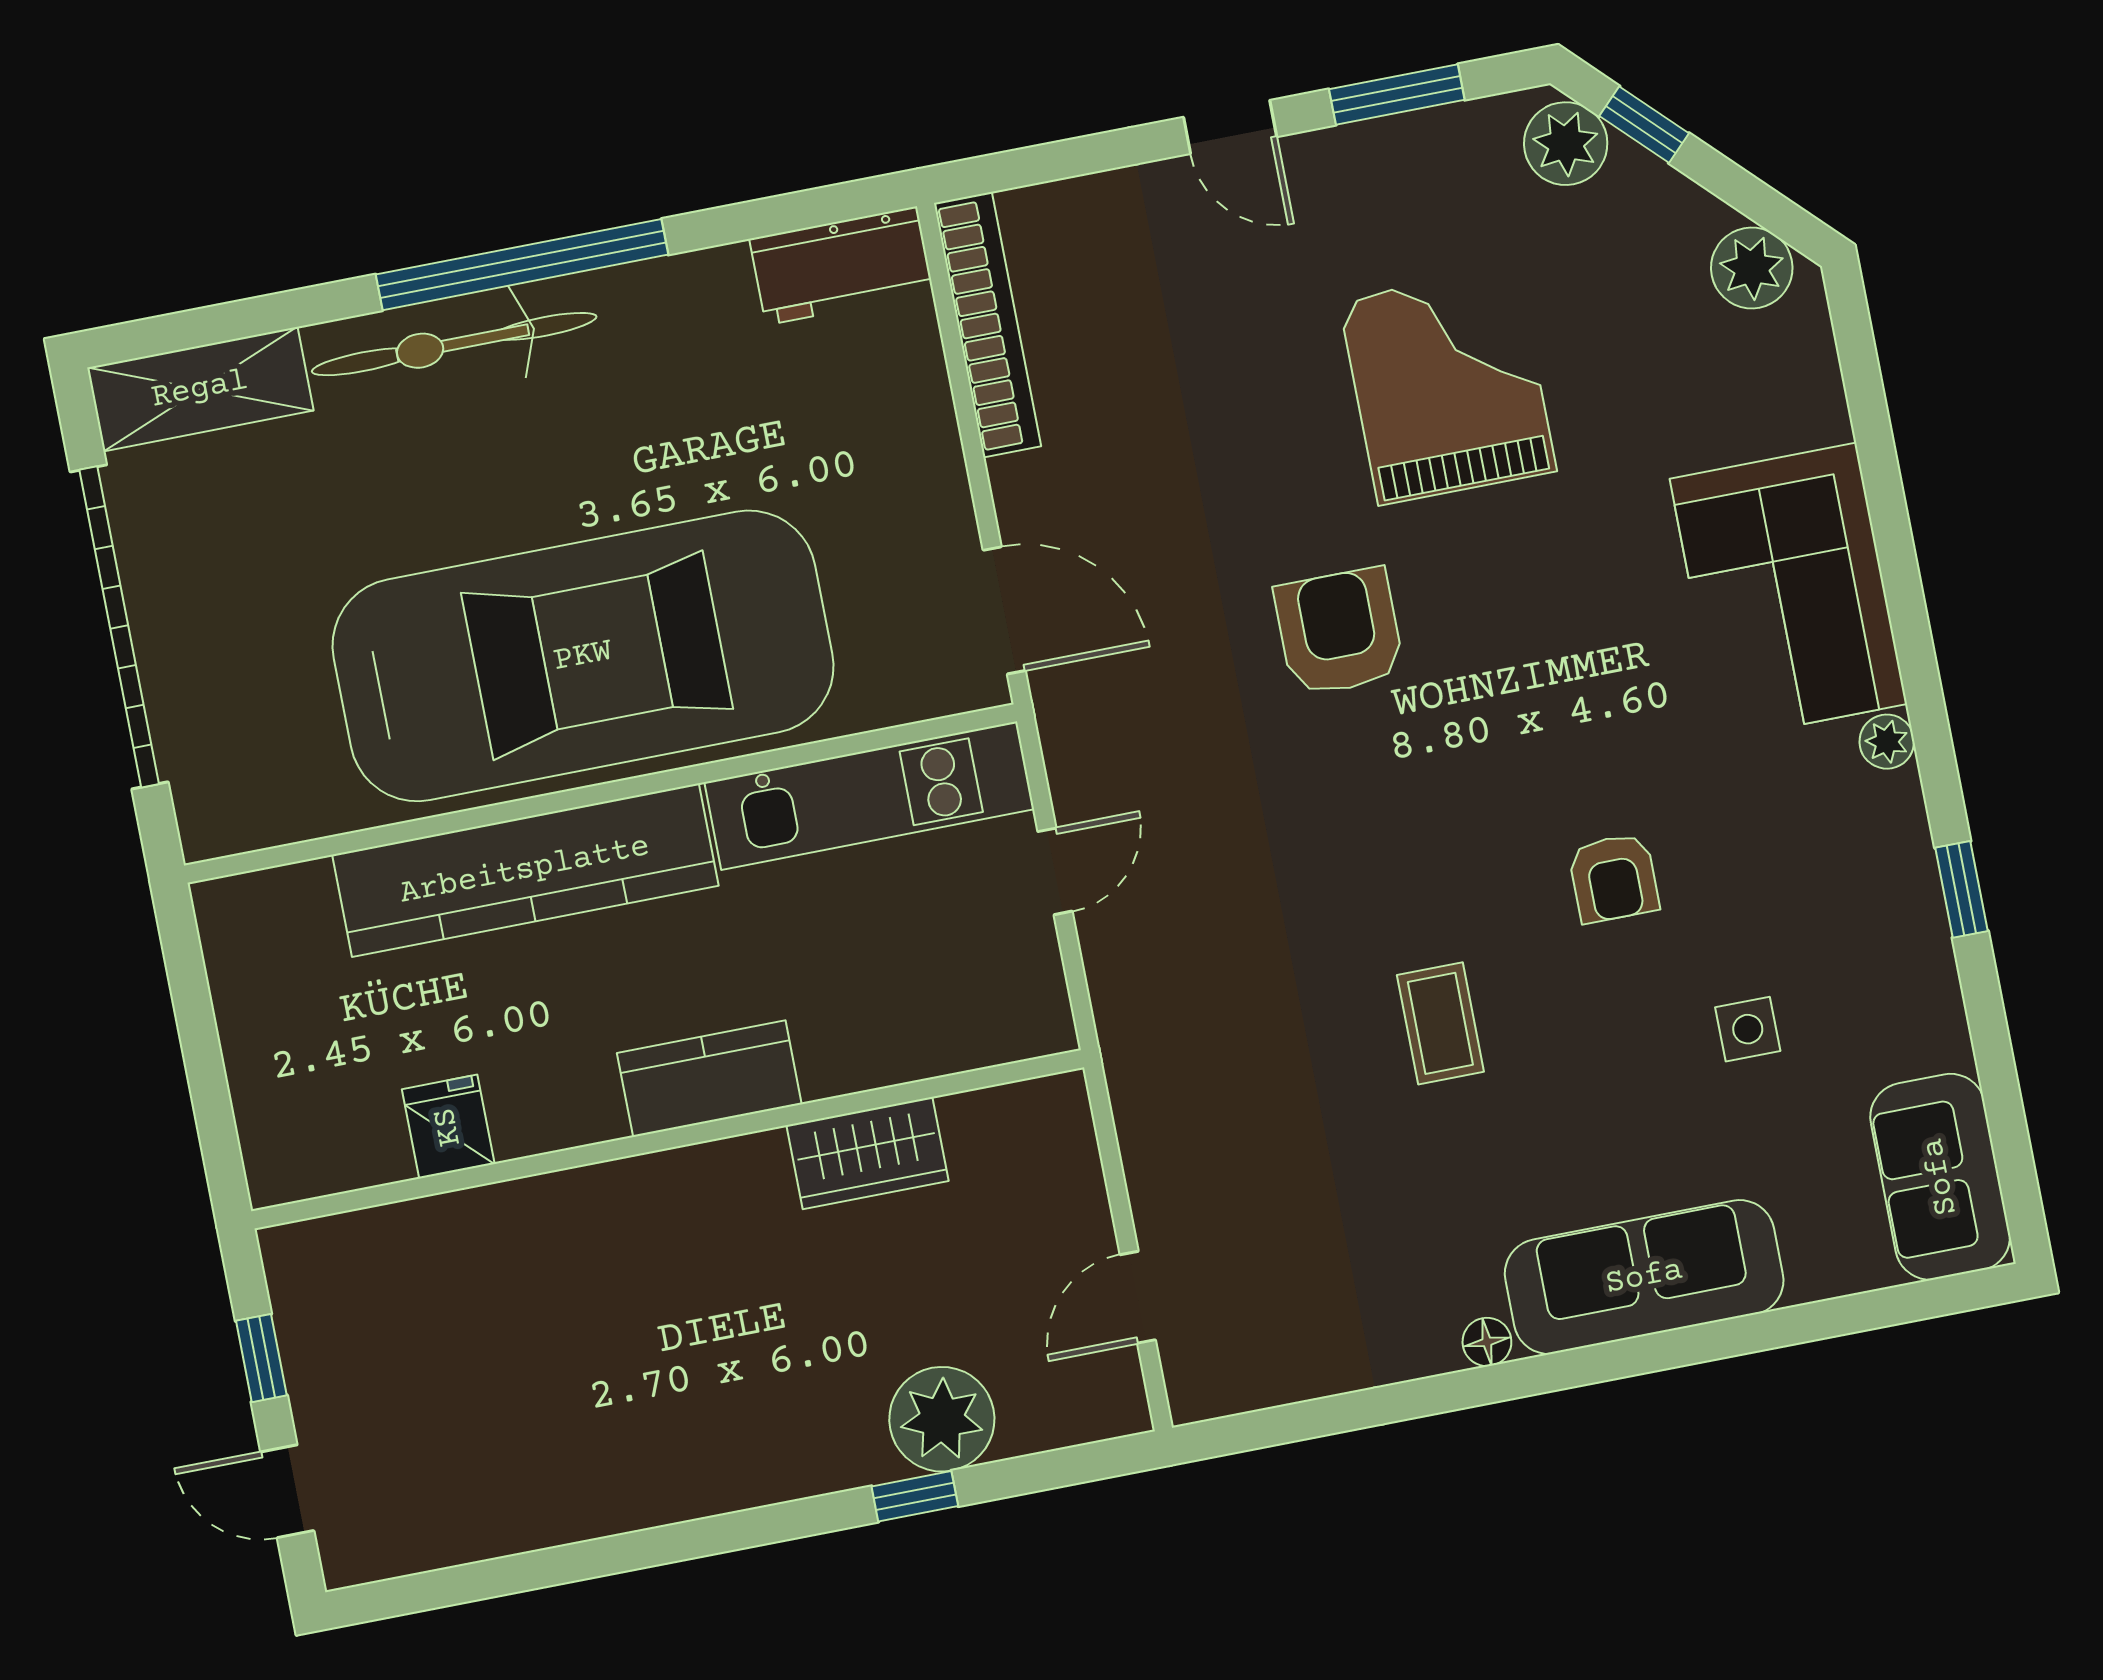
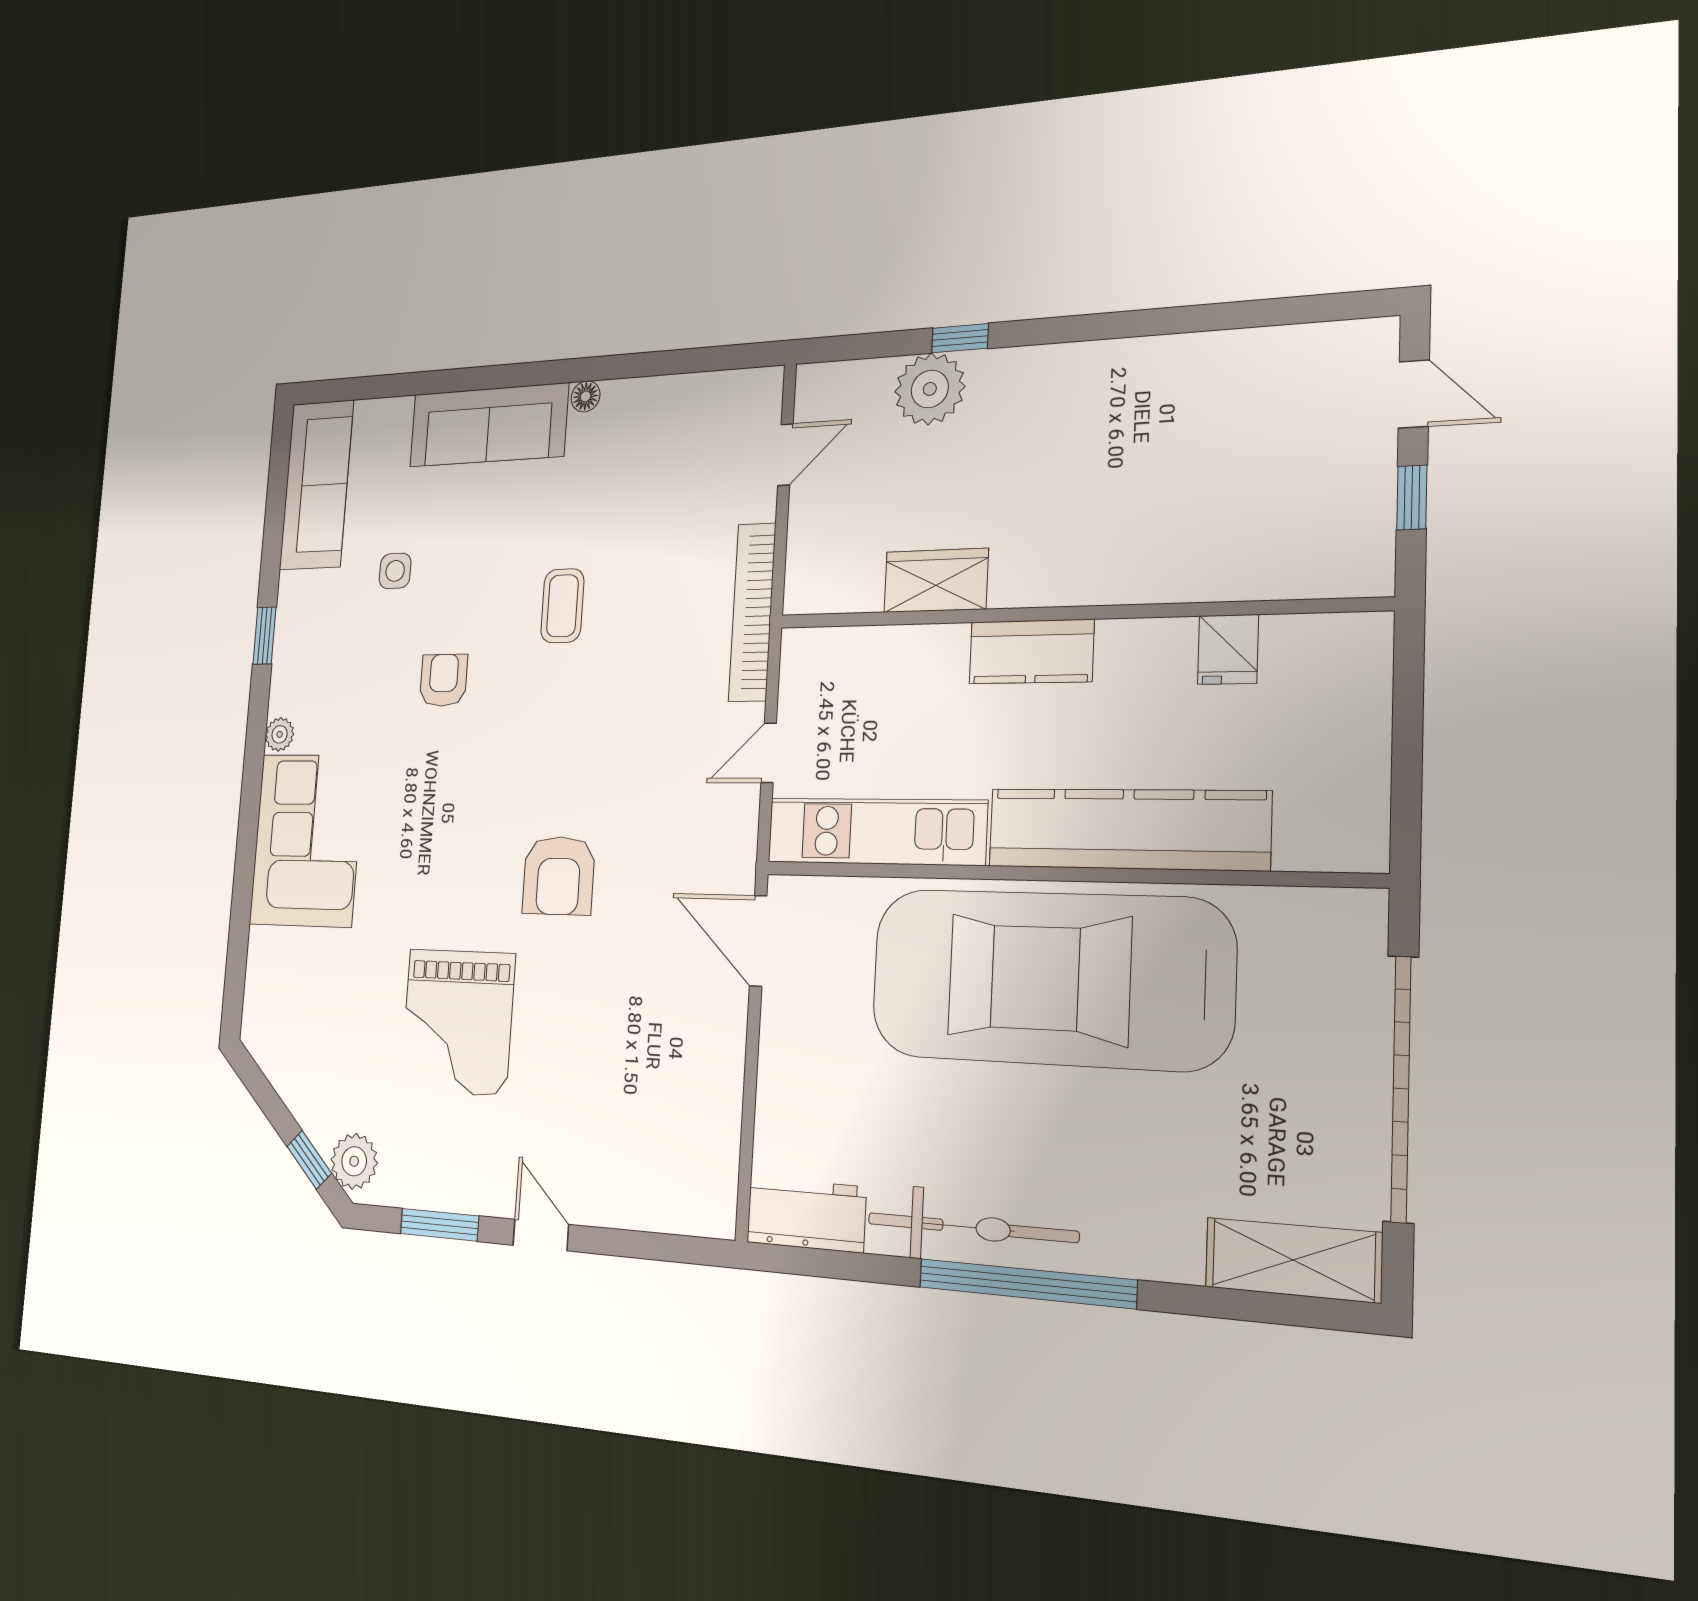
plant: (1752, 268) -> (275, 1050), removed
bookcase: (988, 325) -> (752, 612), moved
bicycle: (454, 344) -> (972, 1228), moved
sofa: (1940, 1177) -> (317, 485), width x1.36

